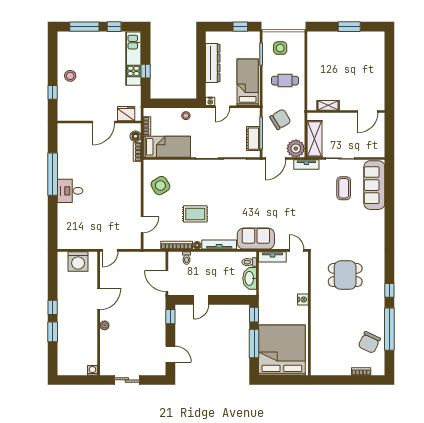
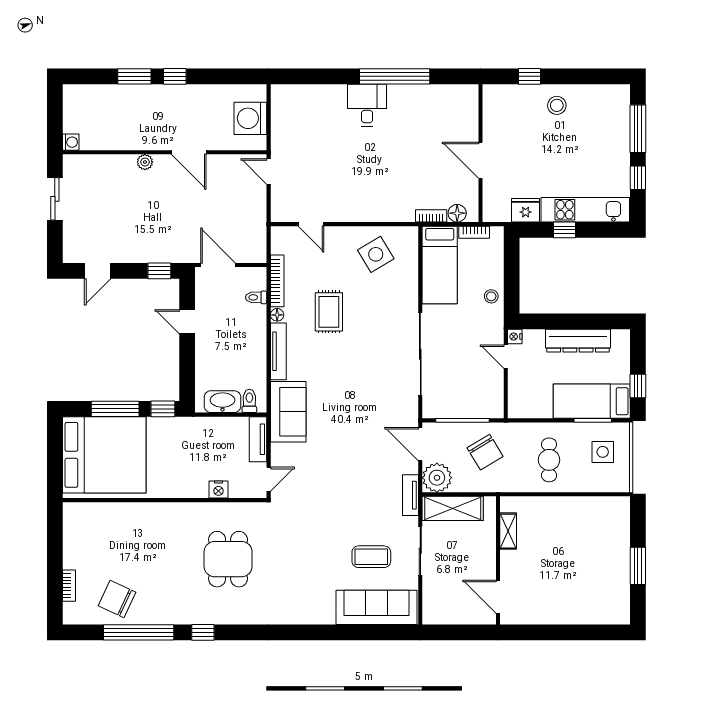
bed: (248, 82) -> (592, 401), moved, turned 180
fridge: (126, 114) -> (526, 210), moved, turned -90
cot: (253, 139) -> (453, 408), removed
door: (167, 281) -> (218, 265), hinge flipped
nightstand: (303, 299) -> (218, 490), moved

